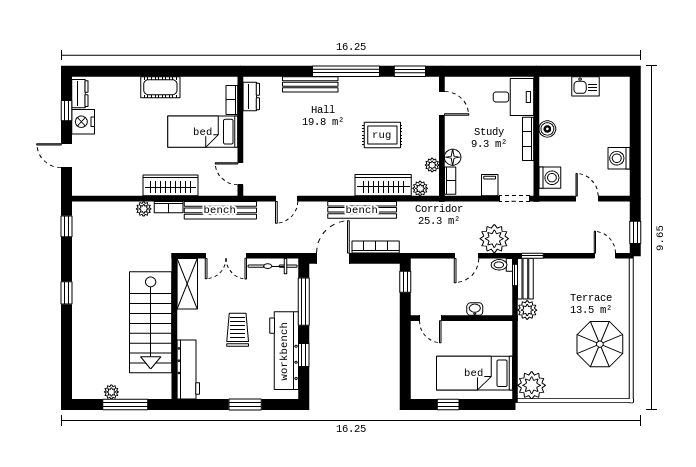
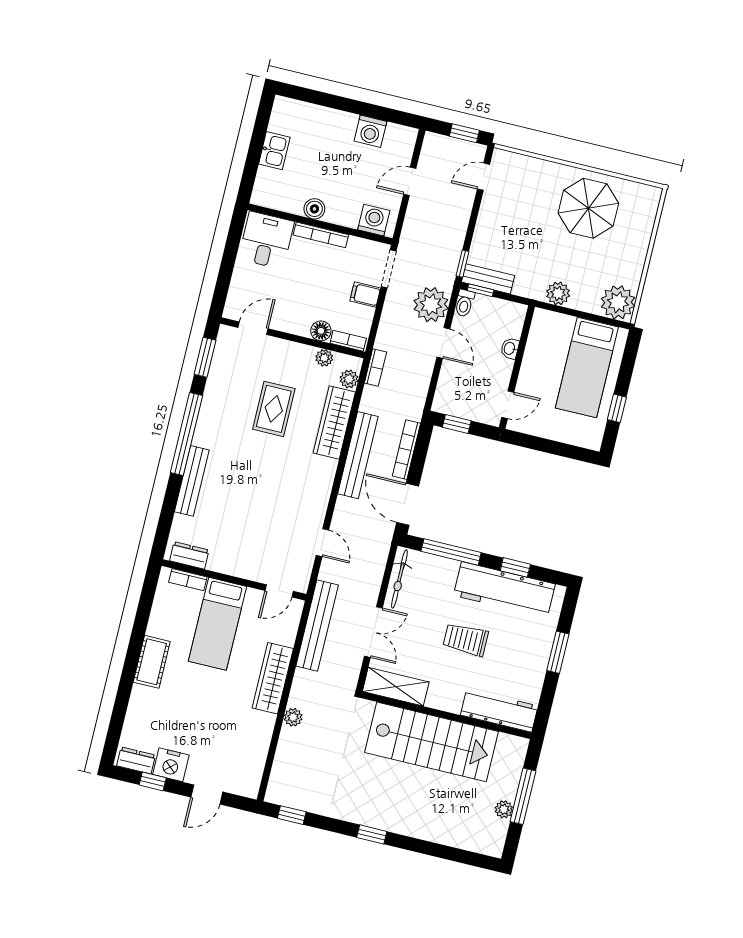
bookcase: (169, 207) -> (375, 368), moved
plant: (527, 310) -> (558, 293), moved

